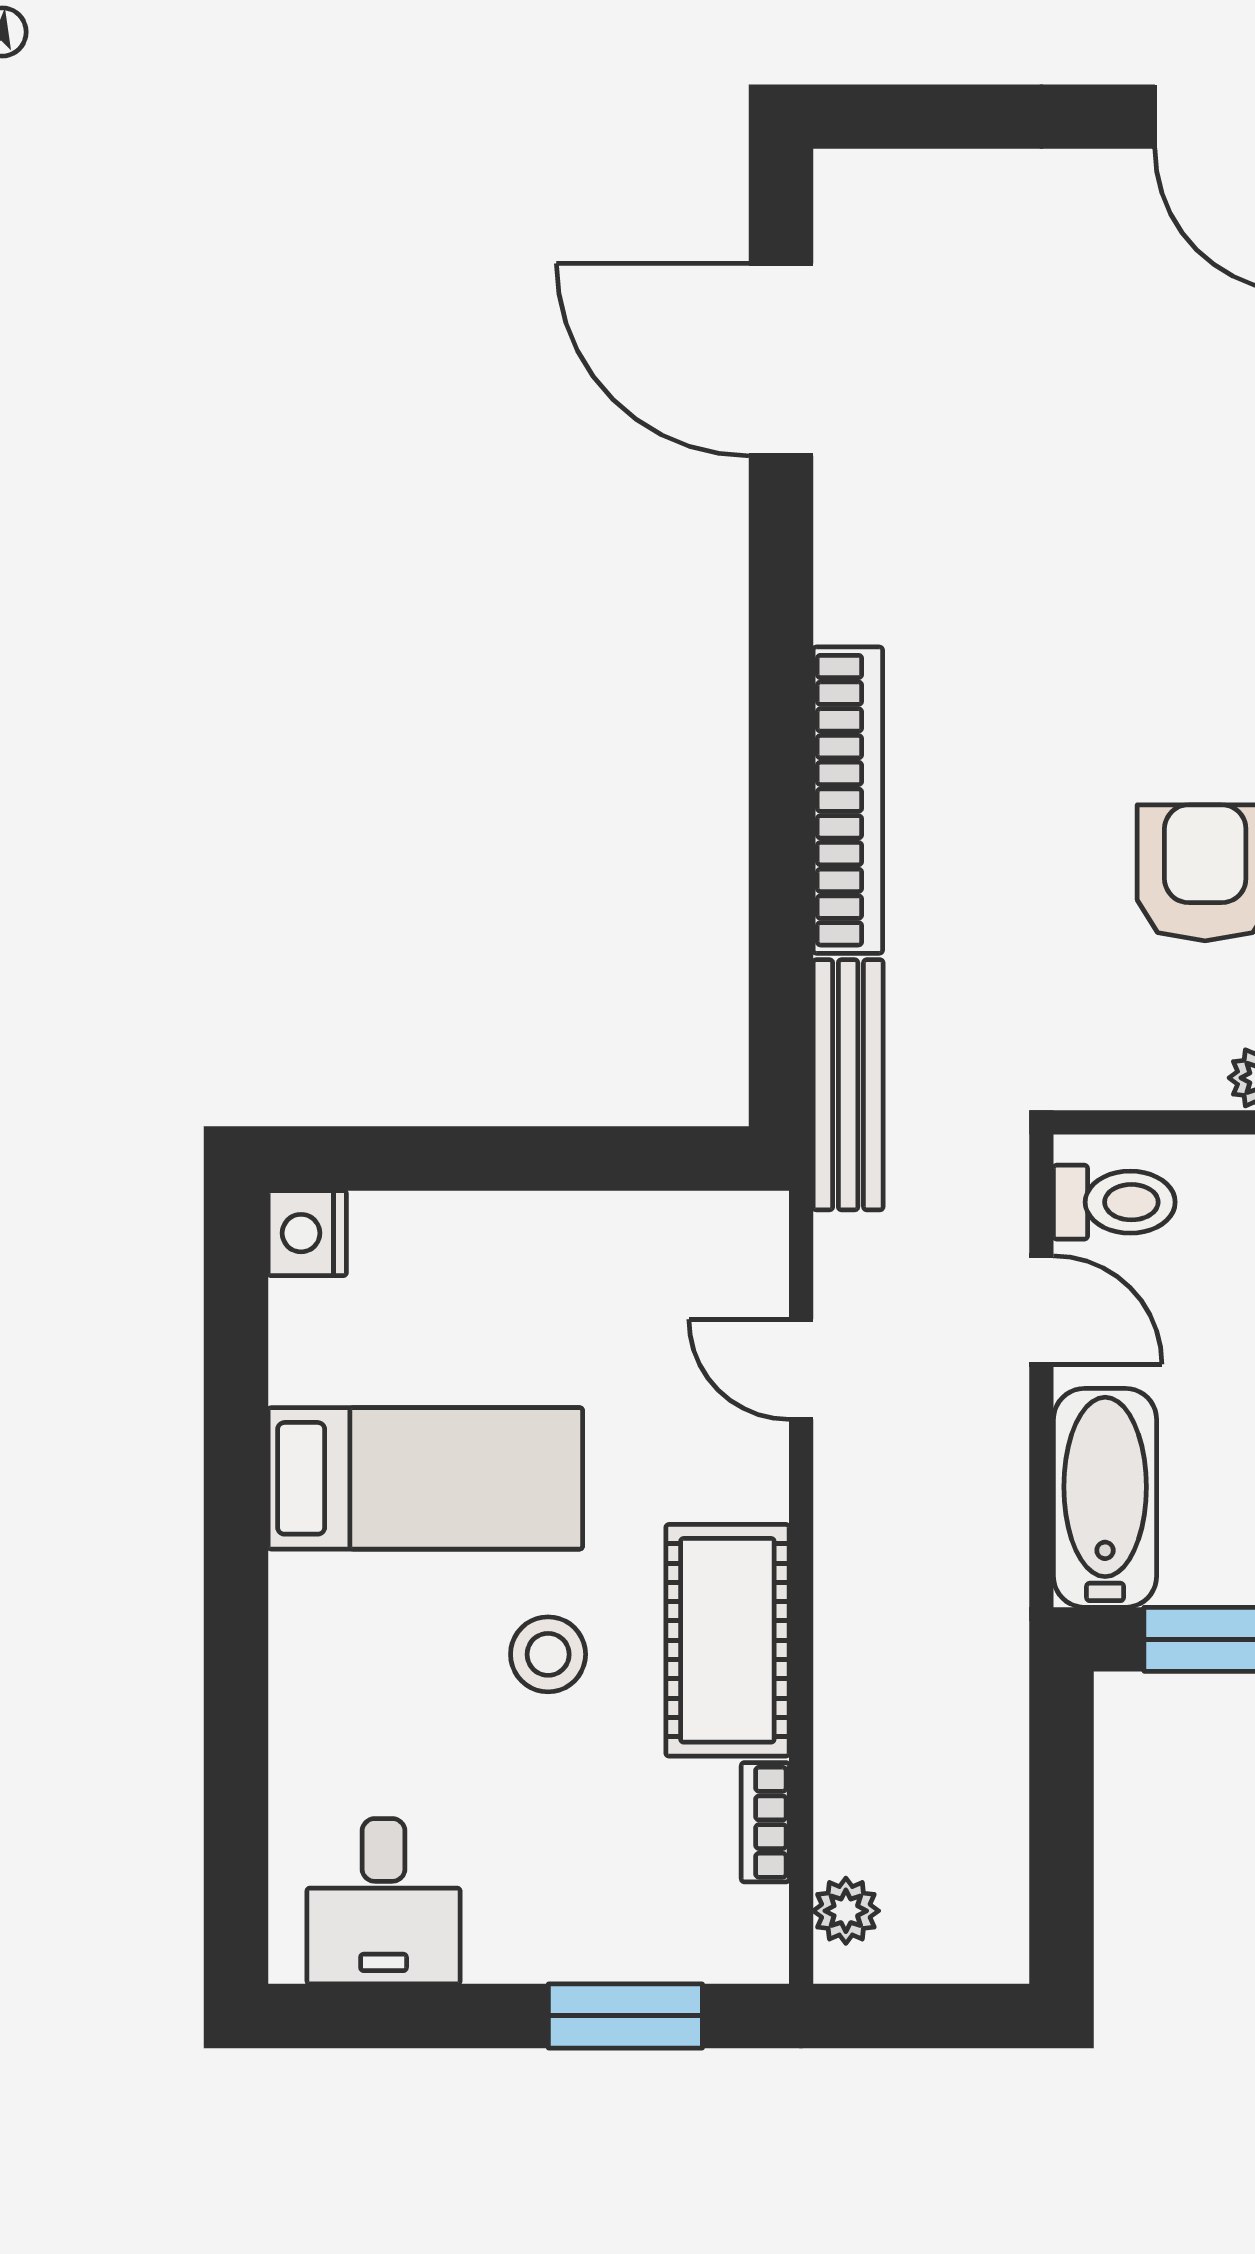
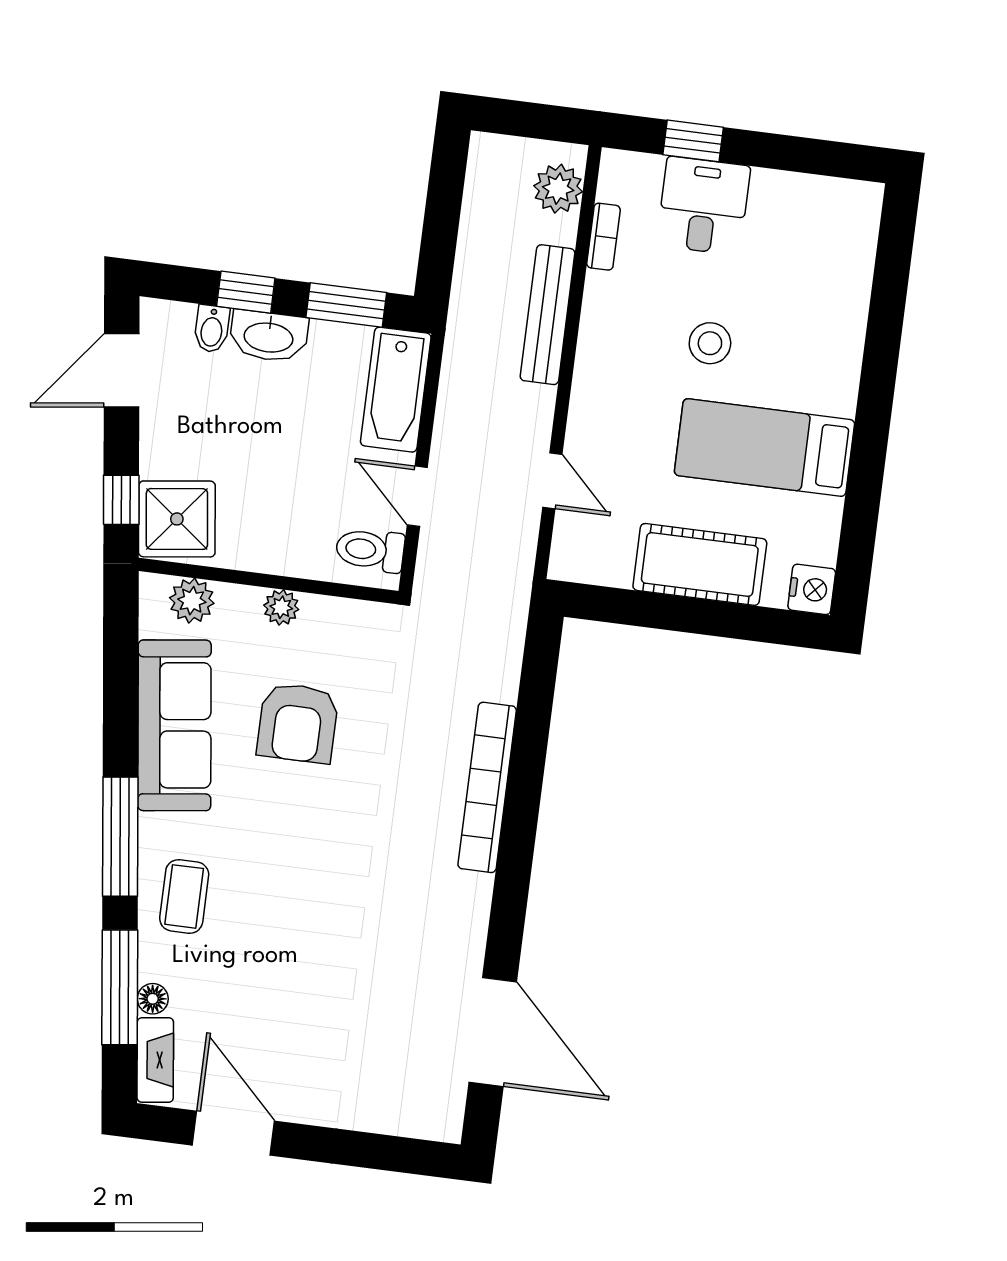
bench: (848, 1085) -> (548, 315), moved
cot: (727, 1640) -> (700, 564), moved, turned 90
desk: (384, 1901) -> (703, 206), moved
plant: (846, 1911) -> (558, 189), width x1.38, depth x1.38
window: (625, 2016) -> (693, 141), width x0.67

